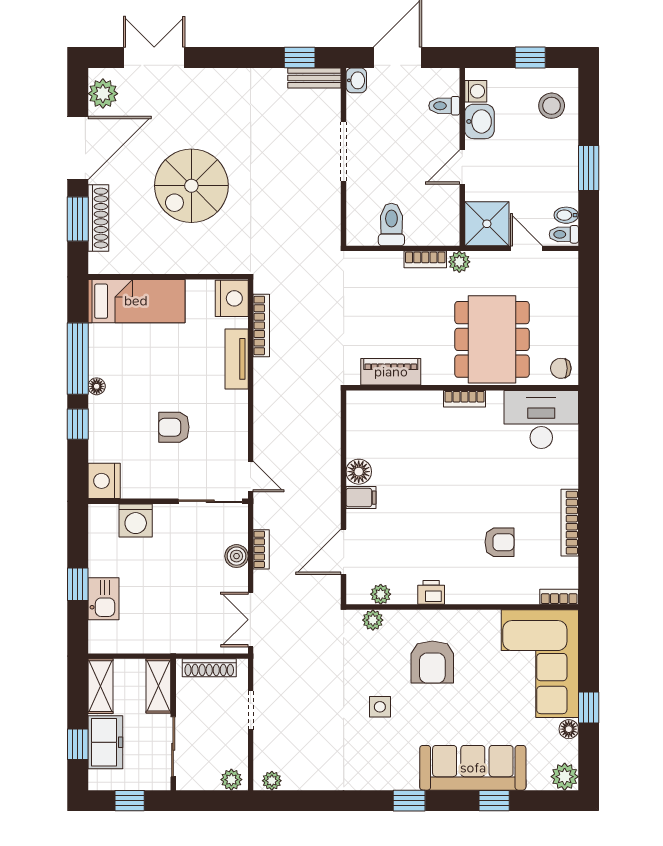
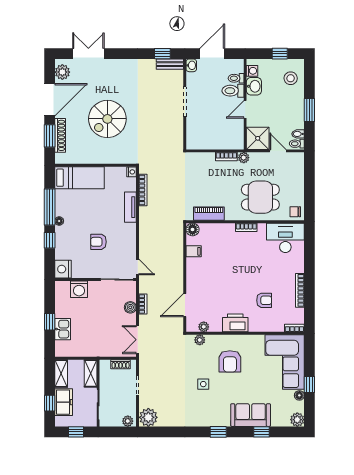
toilet: (391, 224) -> (233, 91), moved, turned -90
nightstand: (232, 298) -> (132, 172), width x0.53, depth x0.56
dining table: (492, 339) -> (260, 197), width x0.73
floor lamp: (359, 472) -> (193, 229), moved
filing cabinet: (361, 498) -> (194, 251), moved
printer: (431, 592) -> (235, 323), width x1.87, depth x1.48
shoe rack: (209, 668) -> (121, 364), width x0.70
sofa: (473, 768) -> (251, 415), width x0.73
plant: (272, 781) -> (148, 417), width x1.87, depth x1.87

